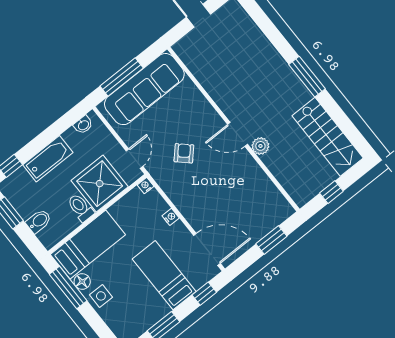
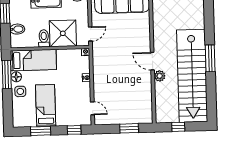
stairs: (328, 137) -> (192, 76), width x1.86, depth x1.51
armchair: (184, 153) -> (118, 50), removed
door: (207, 249) -> (92, 108), width x0.53
bed: (164, 275) -> (46, 106), moved

